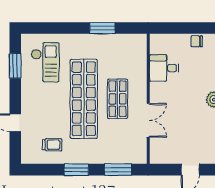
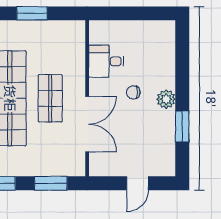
chair: (197, 41) -> (133, 92), moved
double door: (148, 120) -> (87, 124), width x1.37

